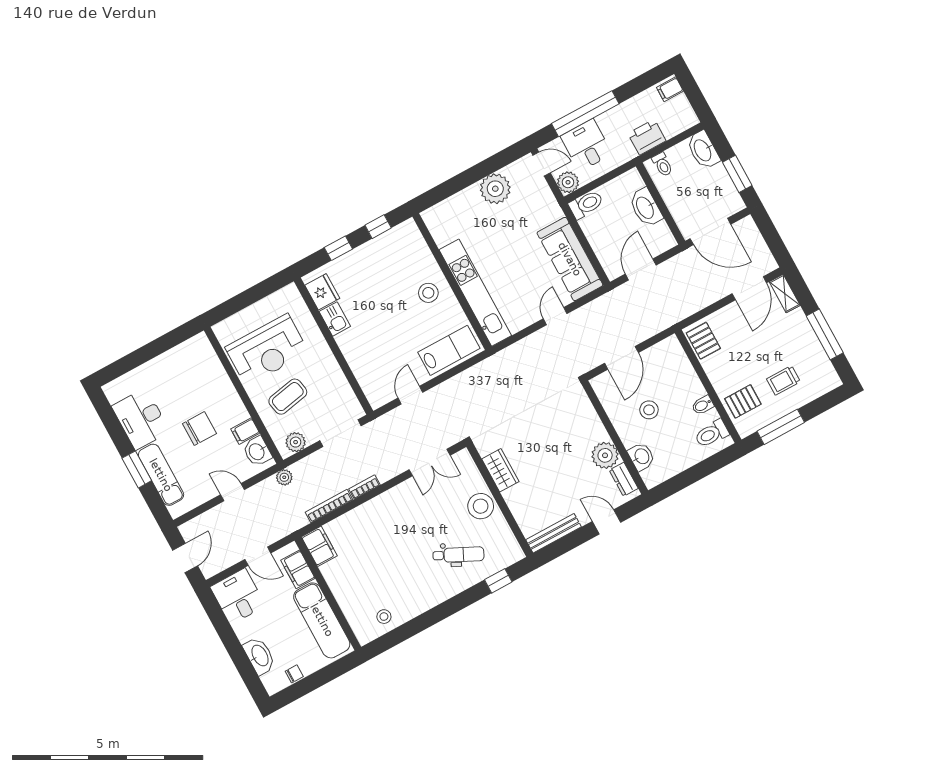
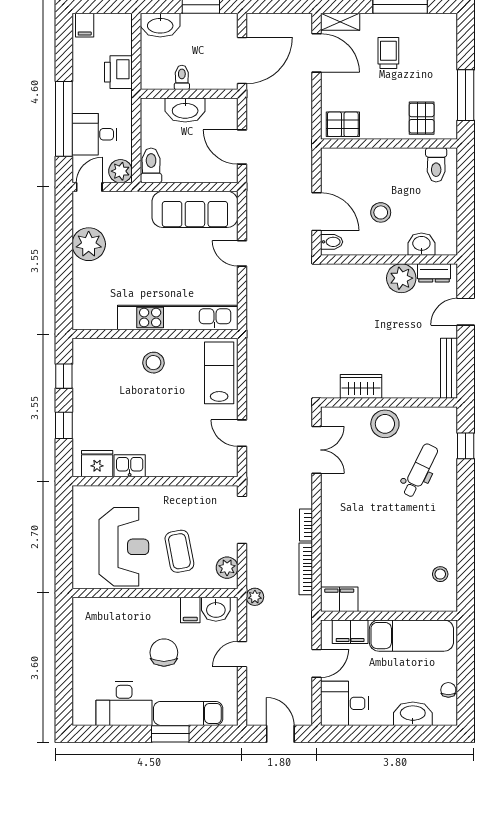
toilet: (662, 164) -> (182, 77), moved, turned -90
trolley: (783, 380) -> (388, 53), moved, turned 180
bidet: (703, 405) -> (332, 242), moved, turned -90

